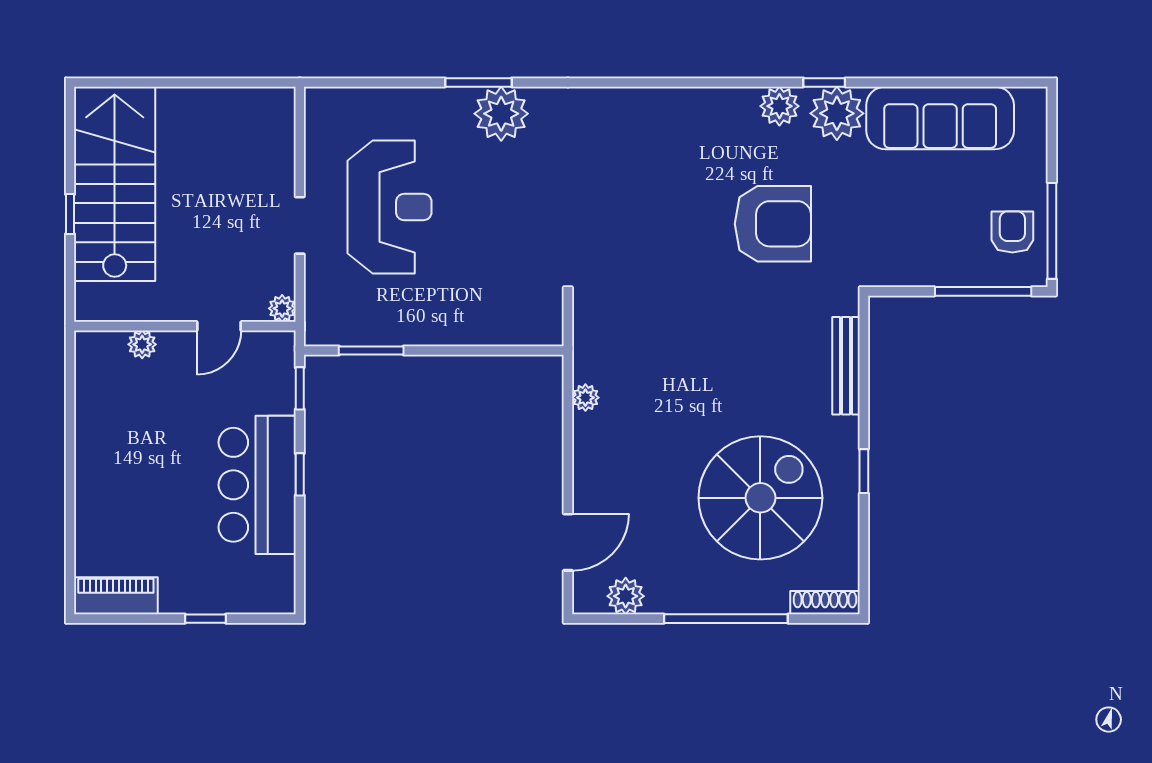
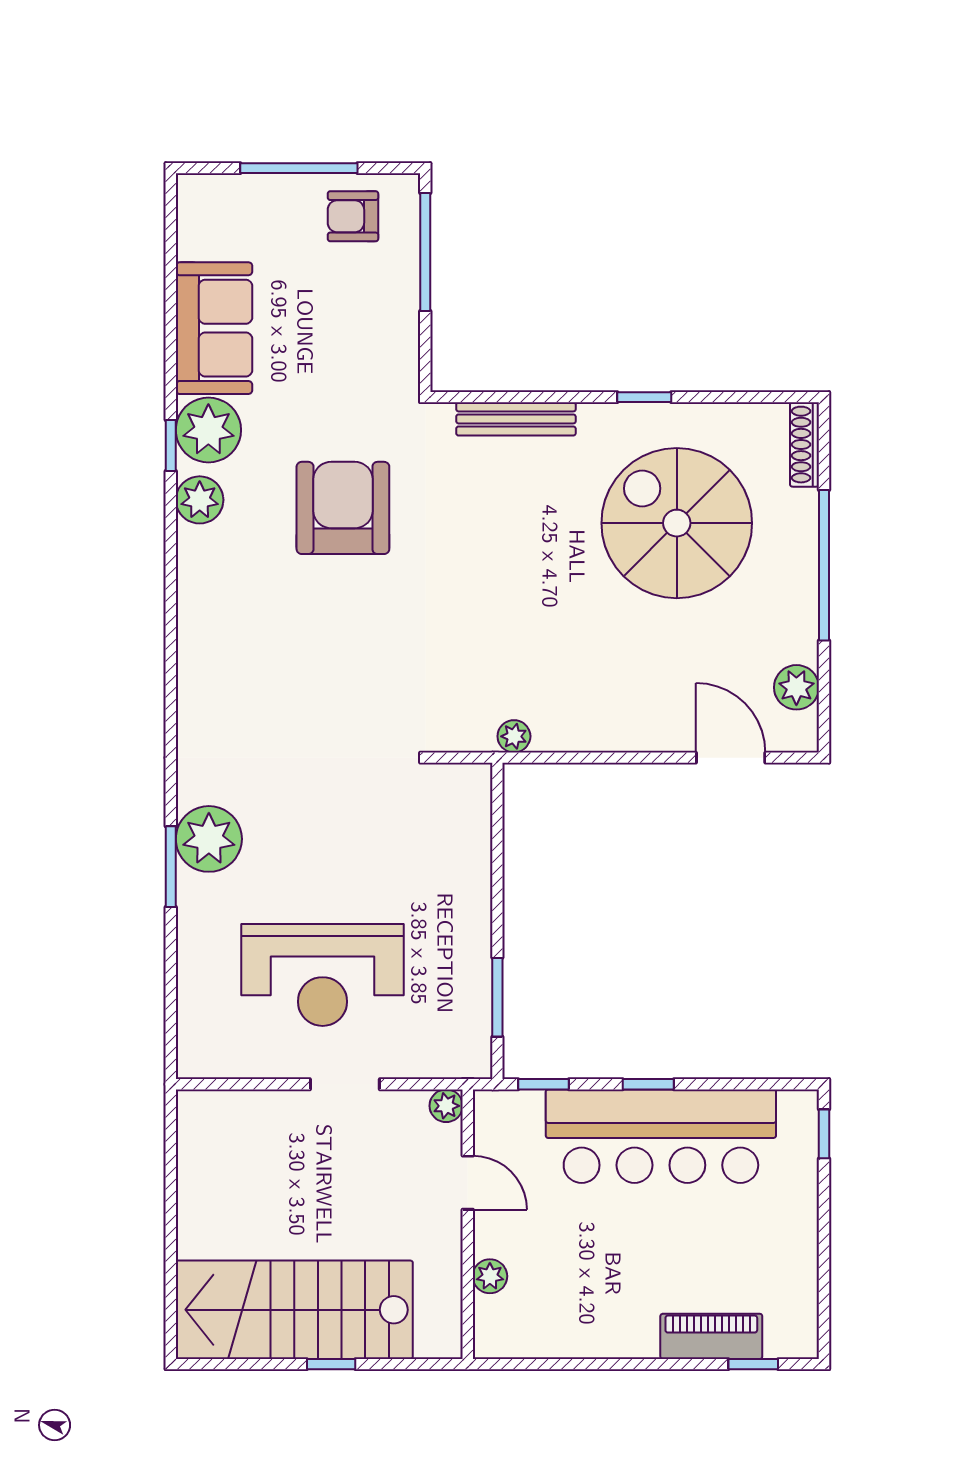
sofa: (940, 118) -> (214, 328), width x0.73
reception desk: (389, 207) -> (323, 975), turned 180
window: (1052, 231) -> (299, 168), moved
plant: (585, 398) -> (514, 736), moved
bar counter: (257, 485) -> (661, 1136), width x1.36
window: (70, 561) -> (753, 1364), added
piano: (116, 596) -> (711, 1336), moved, turned 90
window: (205, 619) -> (824, 1134), moved

